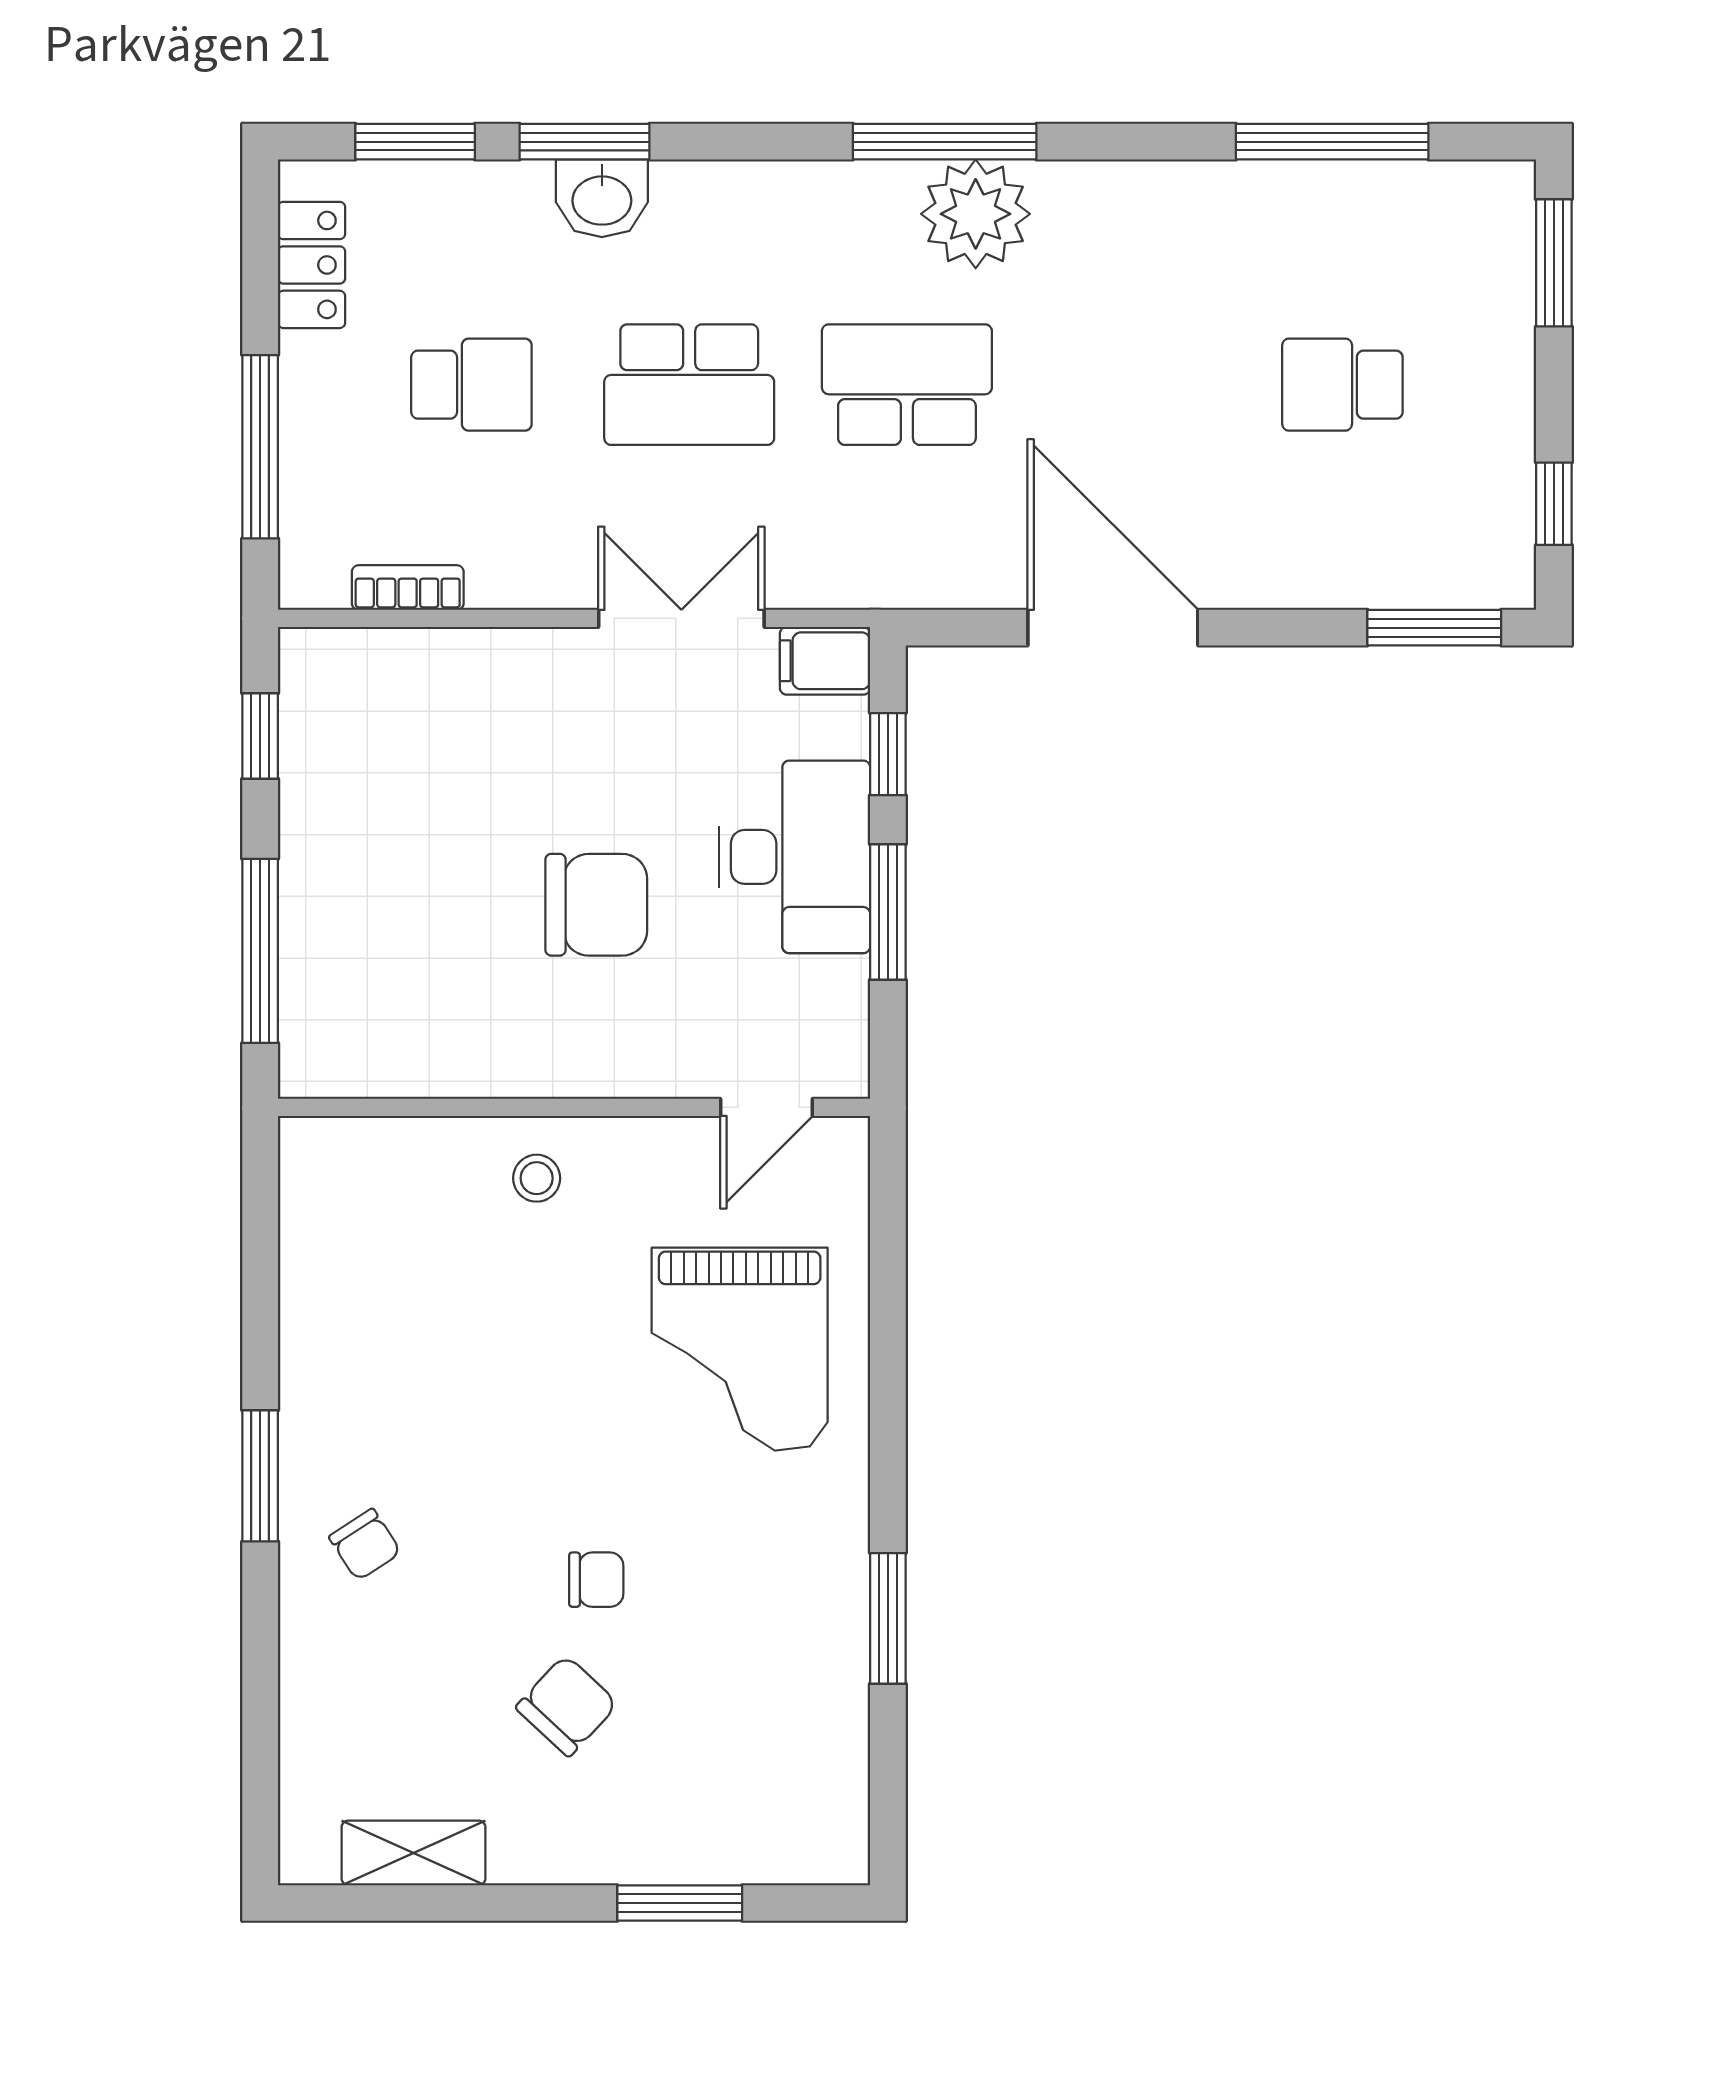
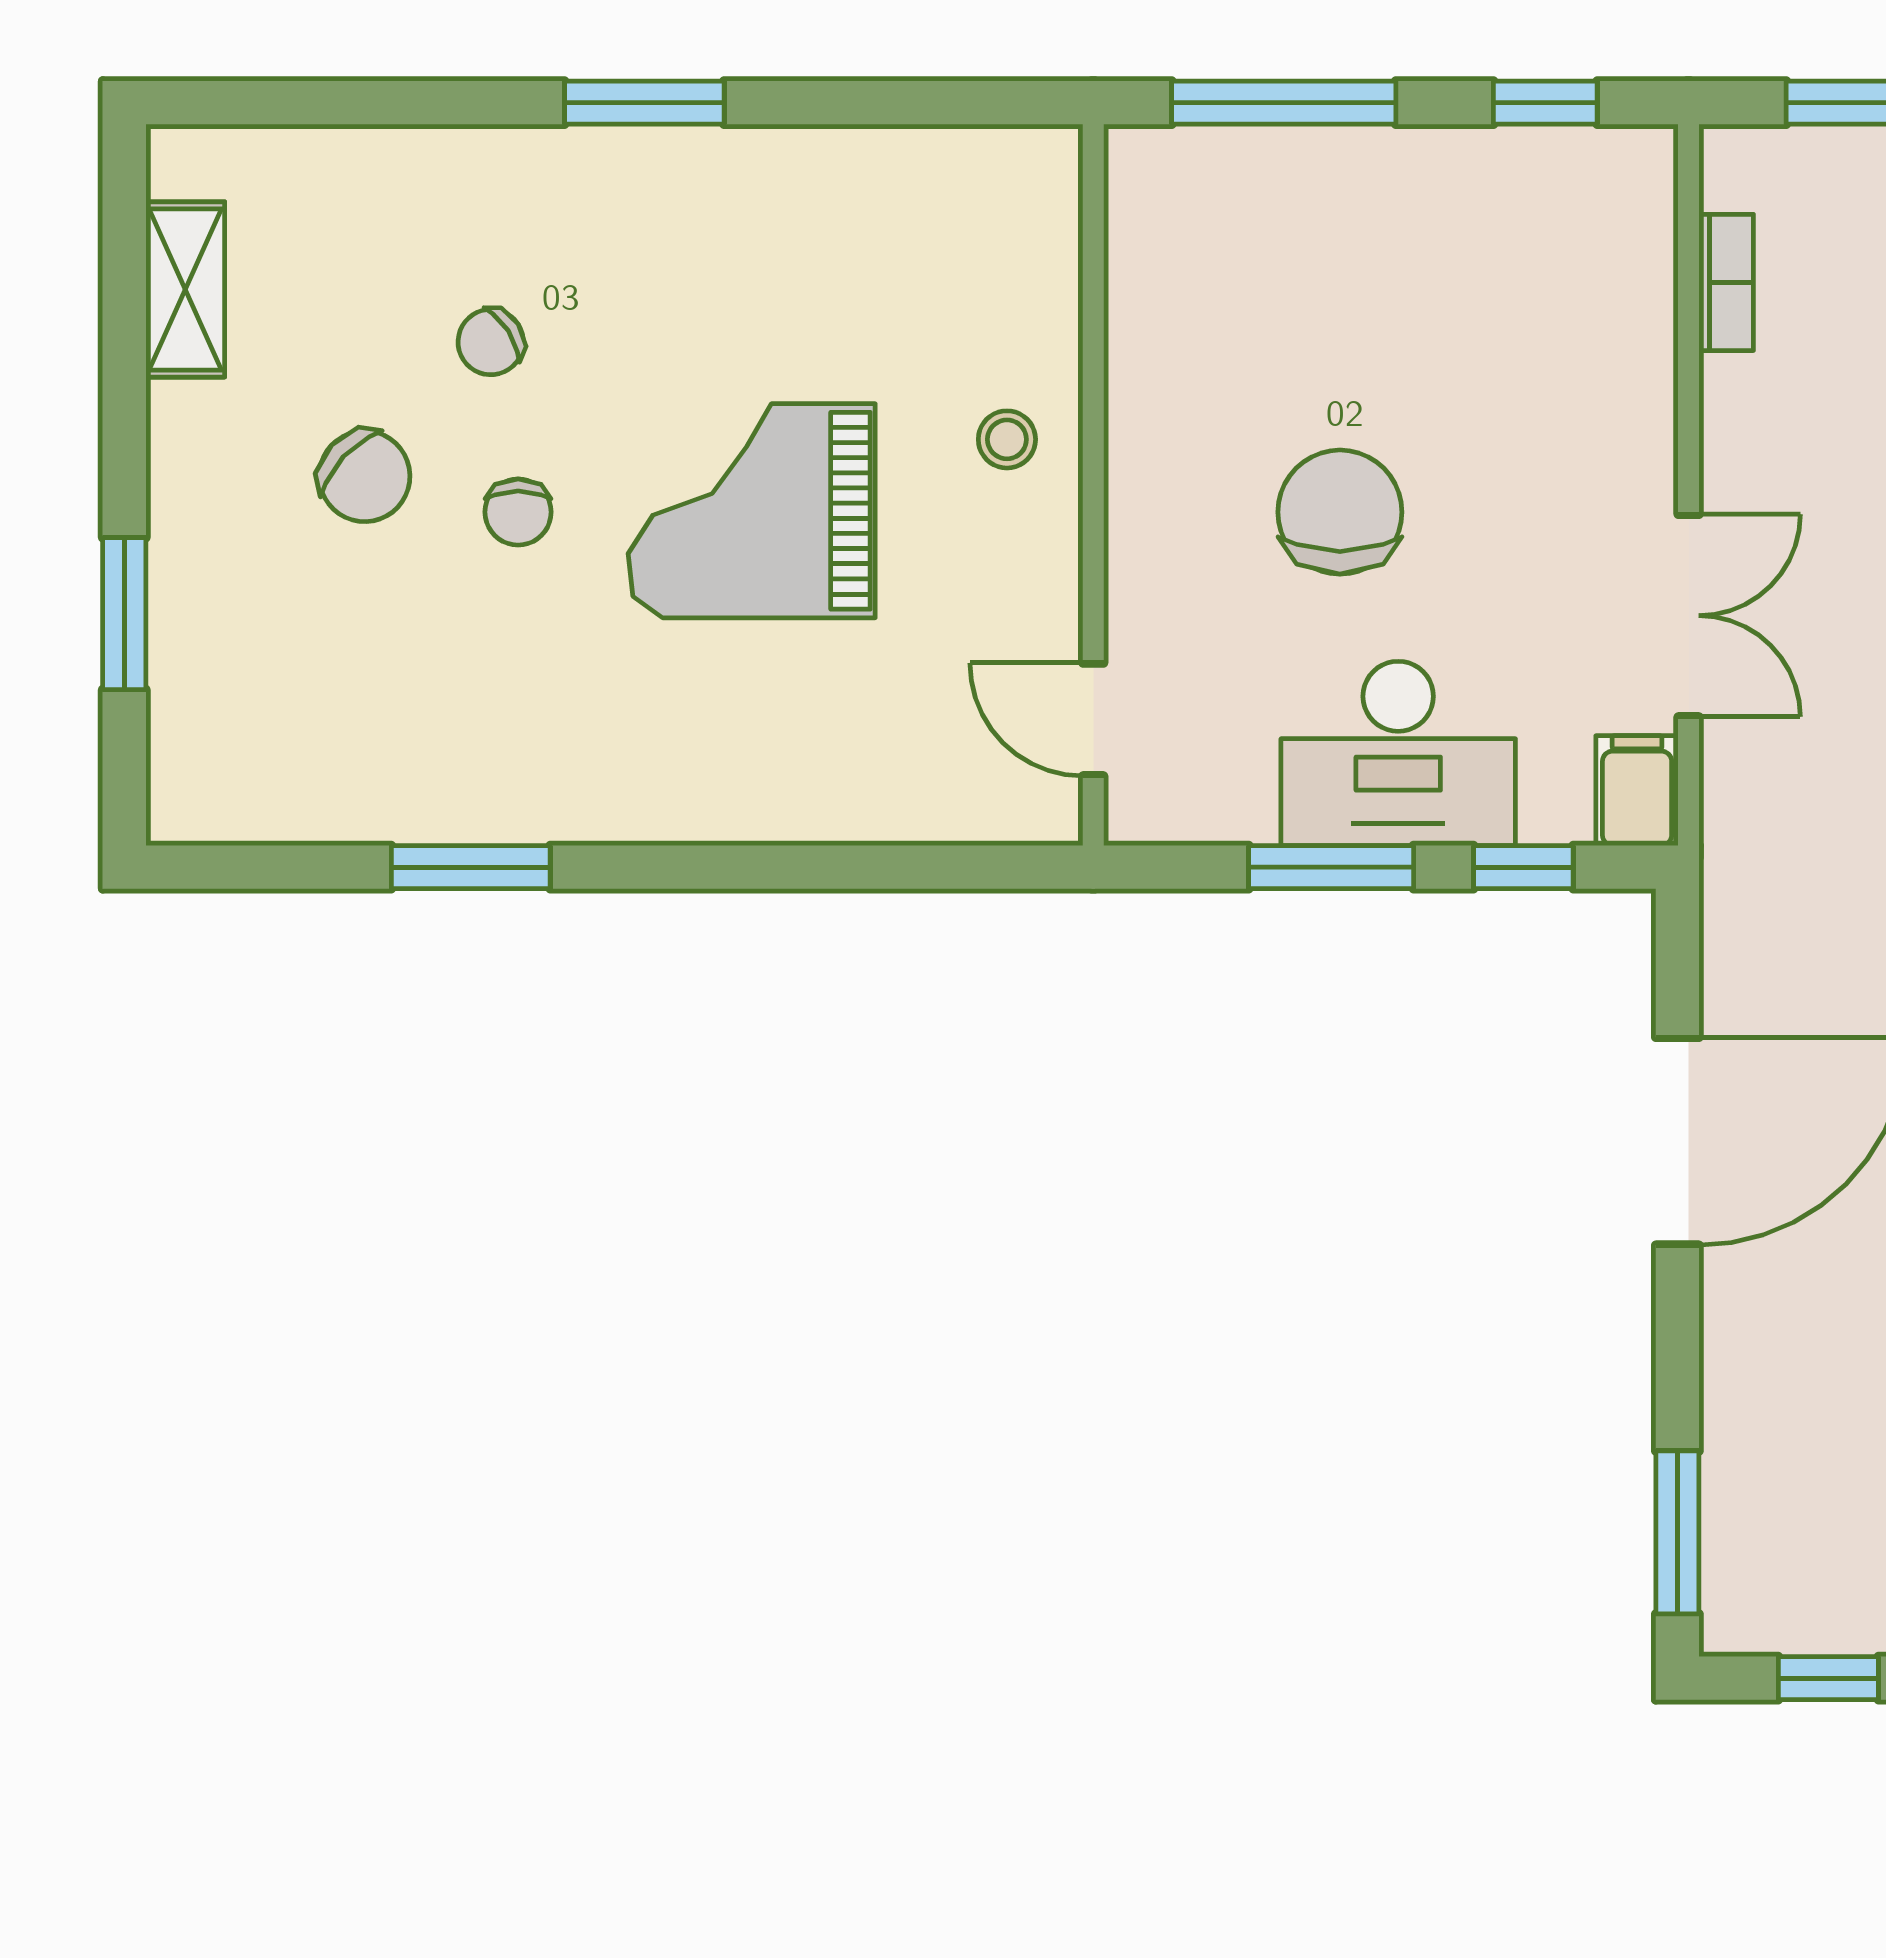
chair: (596, 905) -> (1340, 512), turned 180
grand piano: (740, 1349) -> (752, 511), moved
chair: (365, 1545) -> (491, 342), moved

